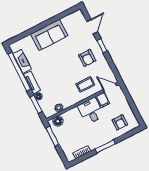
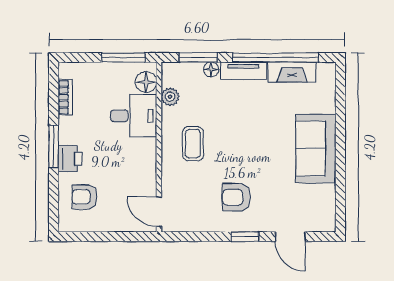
coffee table: (85, 84) -> (193, 144), moved
door: (110, 88) -> (159, 212), swing flipped
filing cabinet: (103, 100) -> (143, 187), removed
desk: (91, 111) -> (134, 116), moved
printer: (107, 137) -> (70, 159), added

